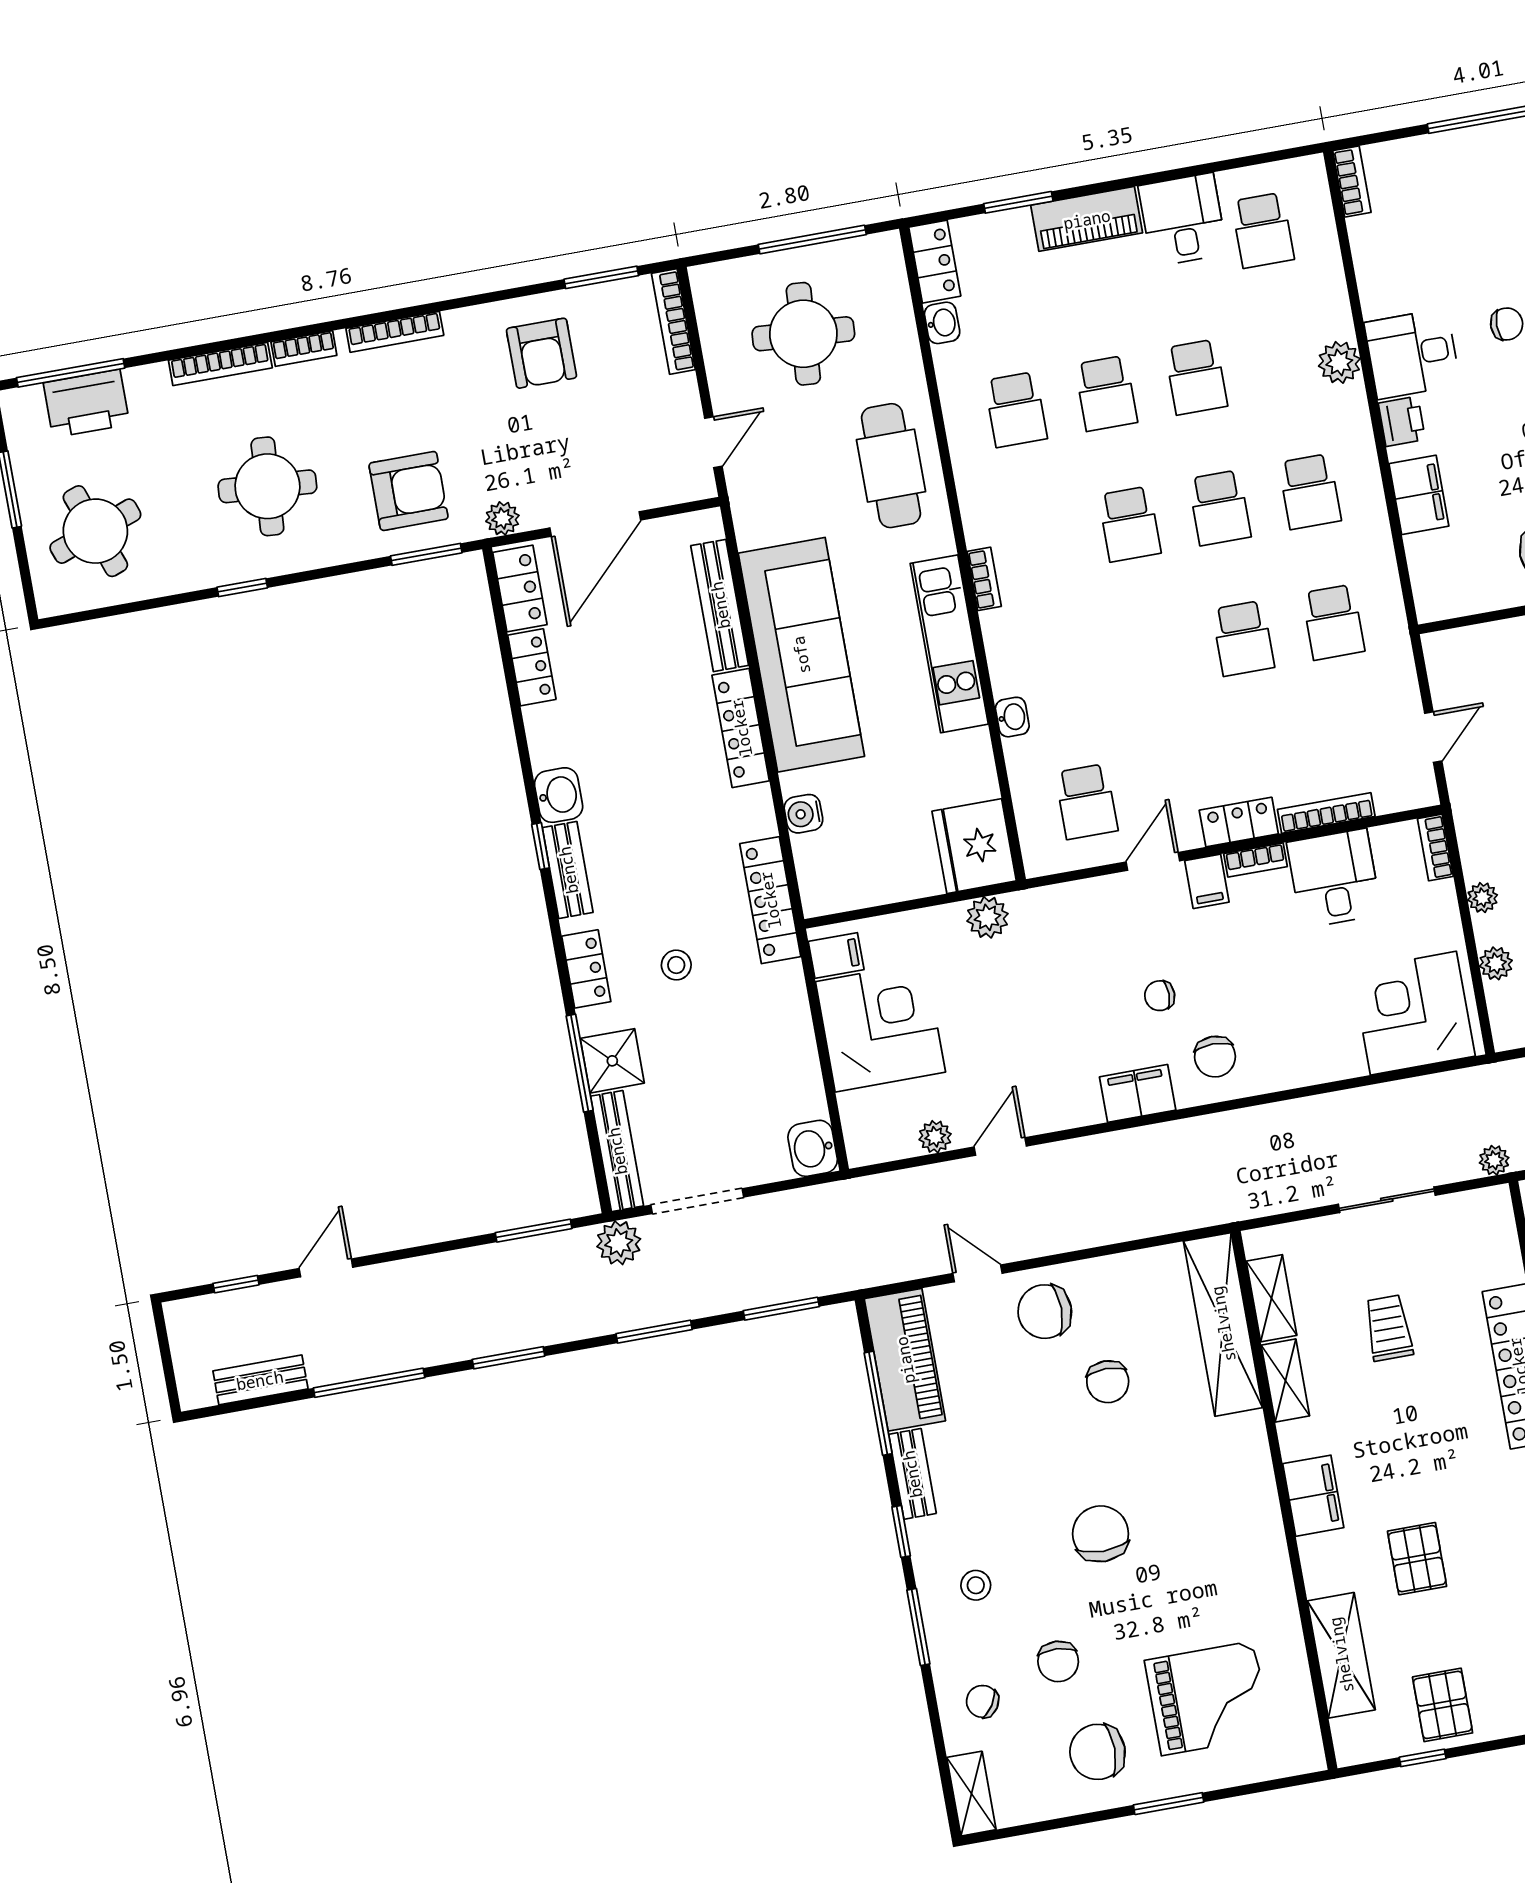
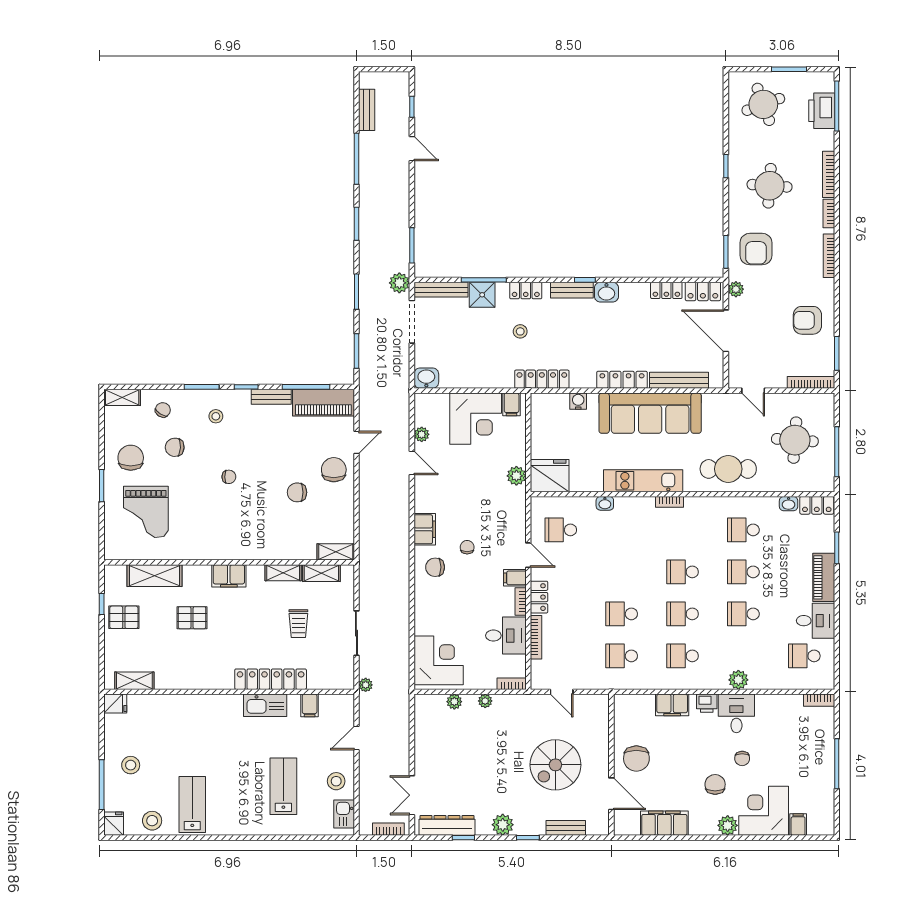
shelving: (1223, 1324) -> (336, 552), width x0.45, depth x0.75
trolley: (1389, 1328) -> (298, 624), turned 90
chair: (1101, 1534) -> (229, 477), width x0.54, depth x0.54

